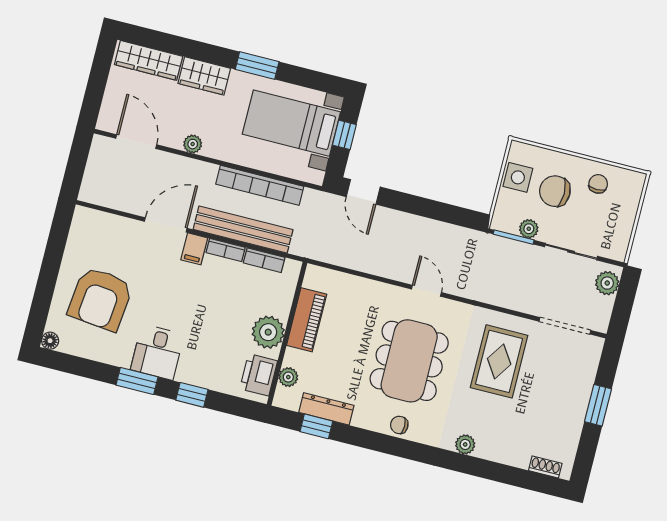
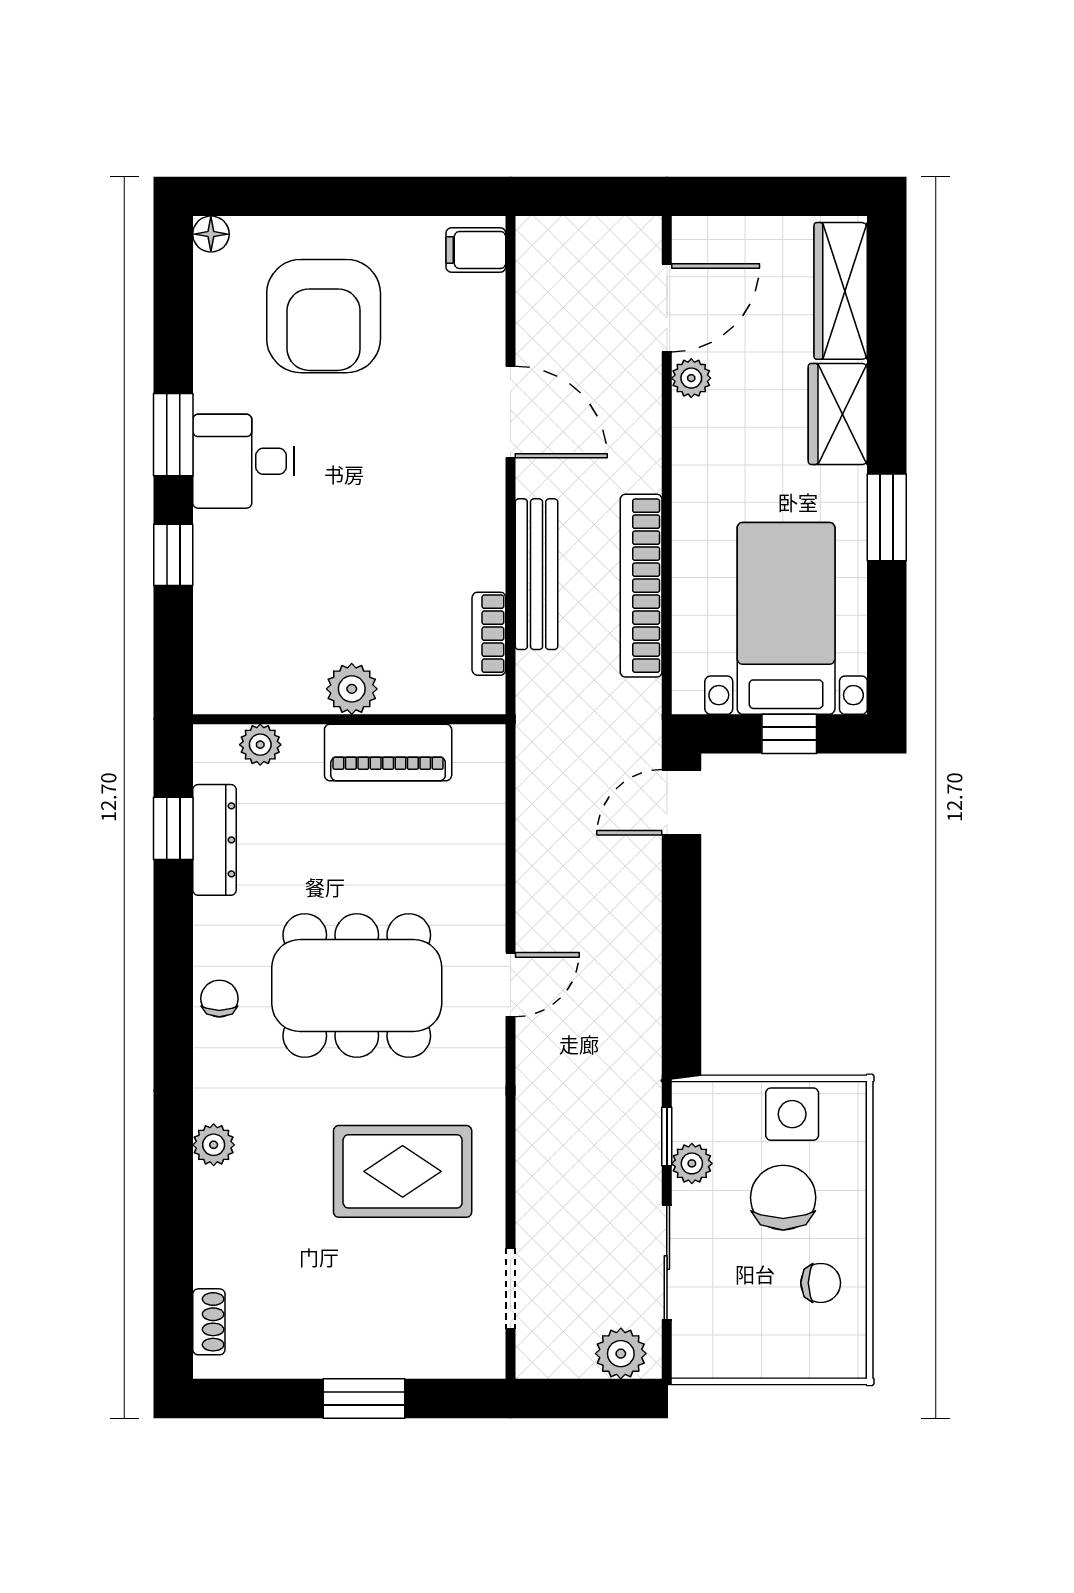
plant: (193, 144) -> (691, 378), moved
bench: (243, 230) -> (537, 574), width x0.73, depth x0.82
window: (514, 237) -> (667, 1136), width x0.67
filing cabinet: (194, 249) -> (476, 250), moved
bookcase: (226, 250) -> (490, 549), removed
armchair: (100, 299) -> (324, 316), turned -96
doorway: (565, 326) -> (510, 1289), width x0.73
plant: (268, 332) -> (352, 689), width x0.73, depth x0.73
printer: (259, 375) -> (249, 682), removed

